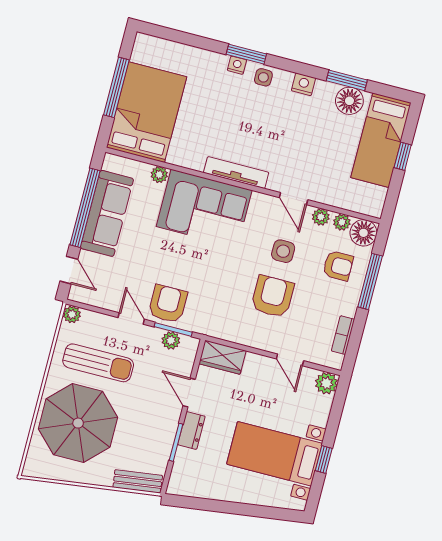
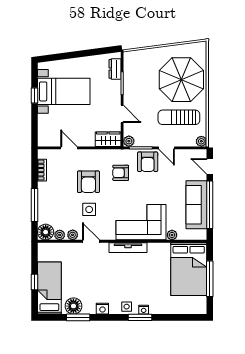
armchair: (338, 266) -> (121, 173), moved
plant: (171, 340) -> (129, 141), moved
plant: (326, 383) -> (44, 140), removed
dresser: (191, 430) -> (115, 69), moved
bench: (138, 481) -> (138, 55), removed

